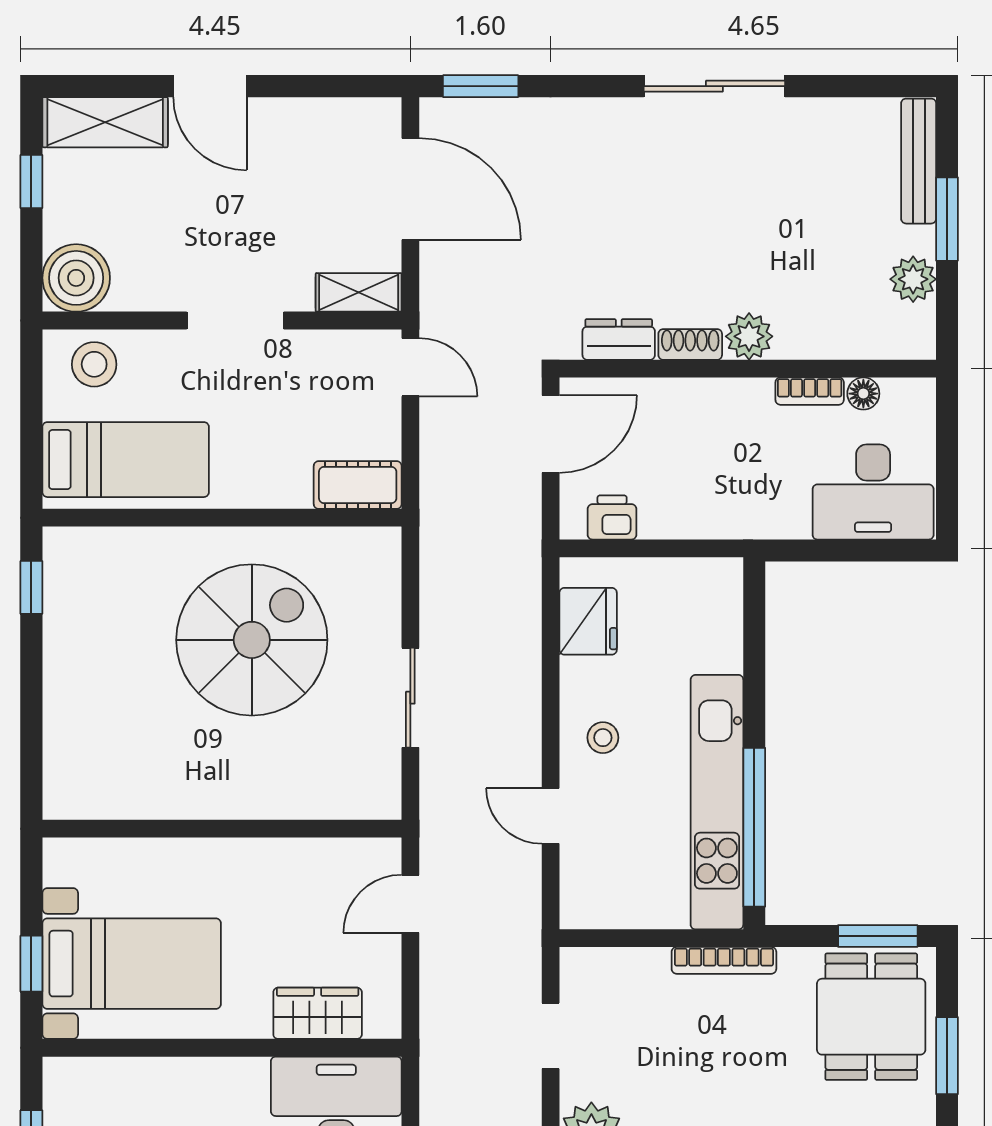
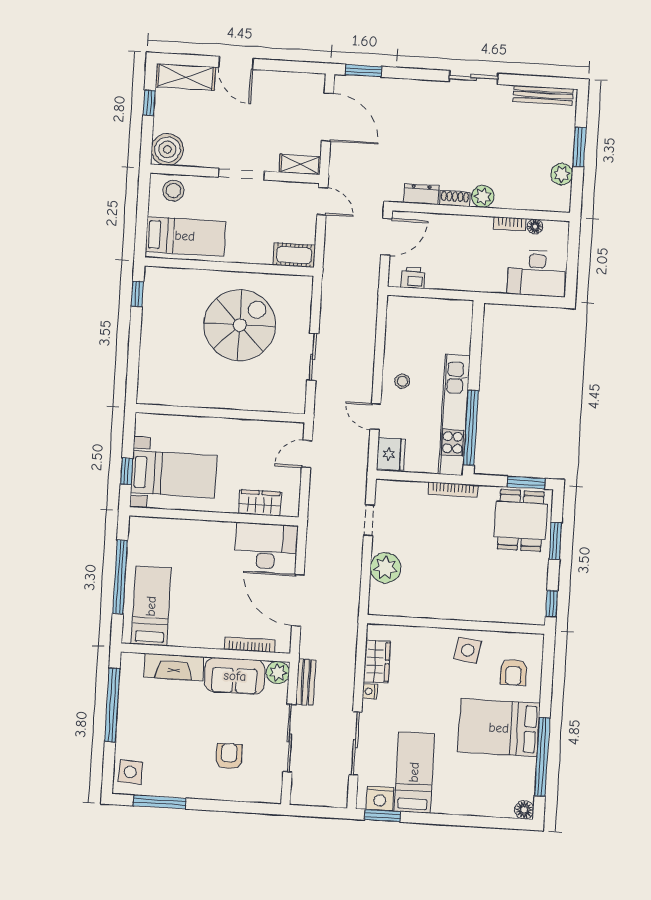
sliding door: (714, 86) -> (474, 77), width x0.73
bench: (919, 161) -> (543, 95), moved, turned 90
fridge: (588, 621) -> (391, 454), moved

